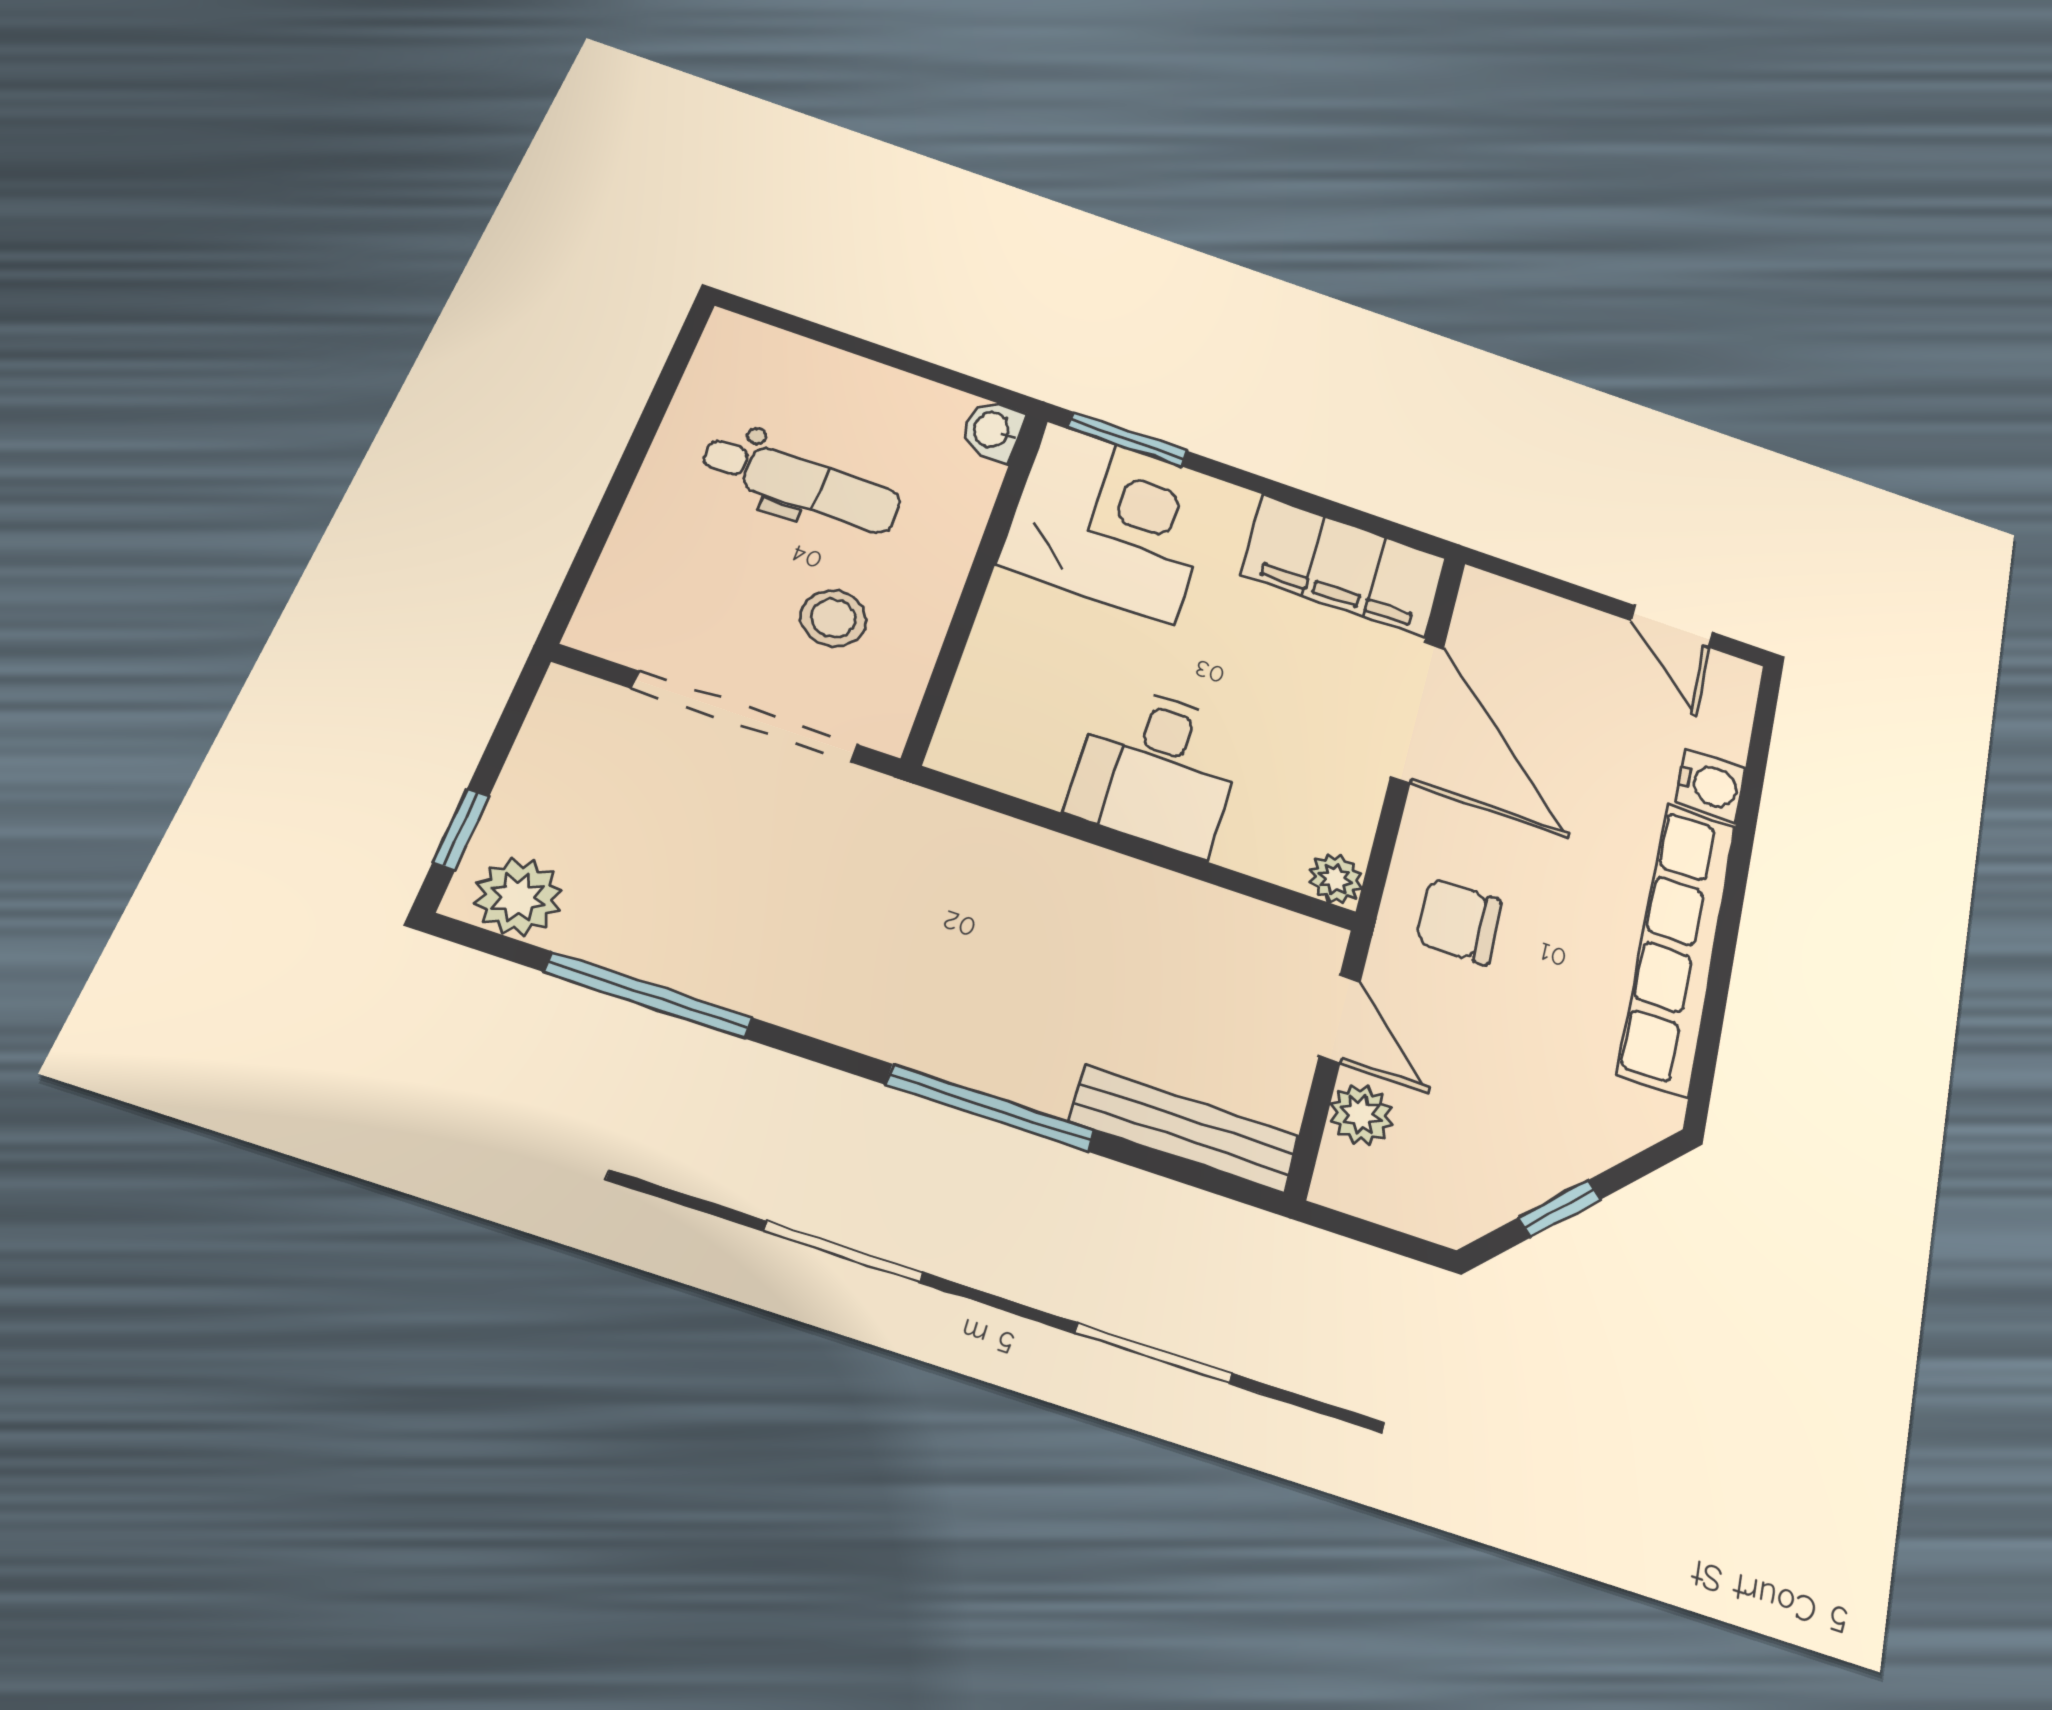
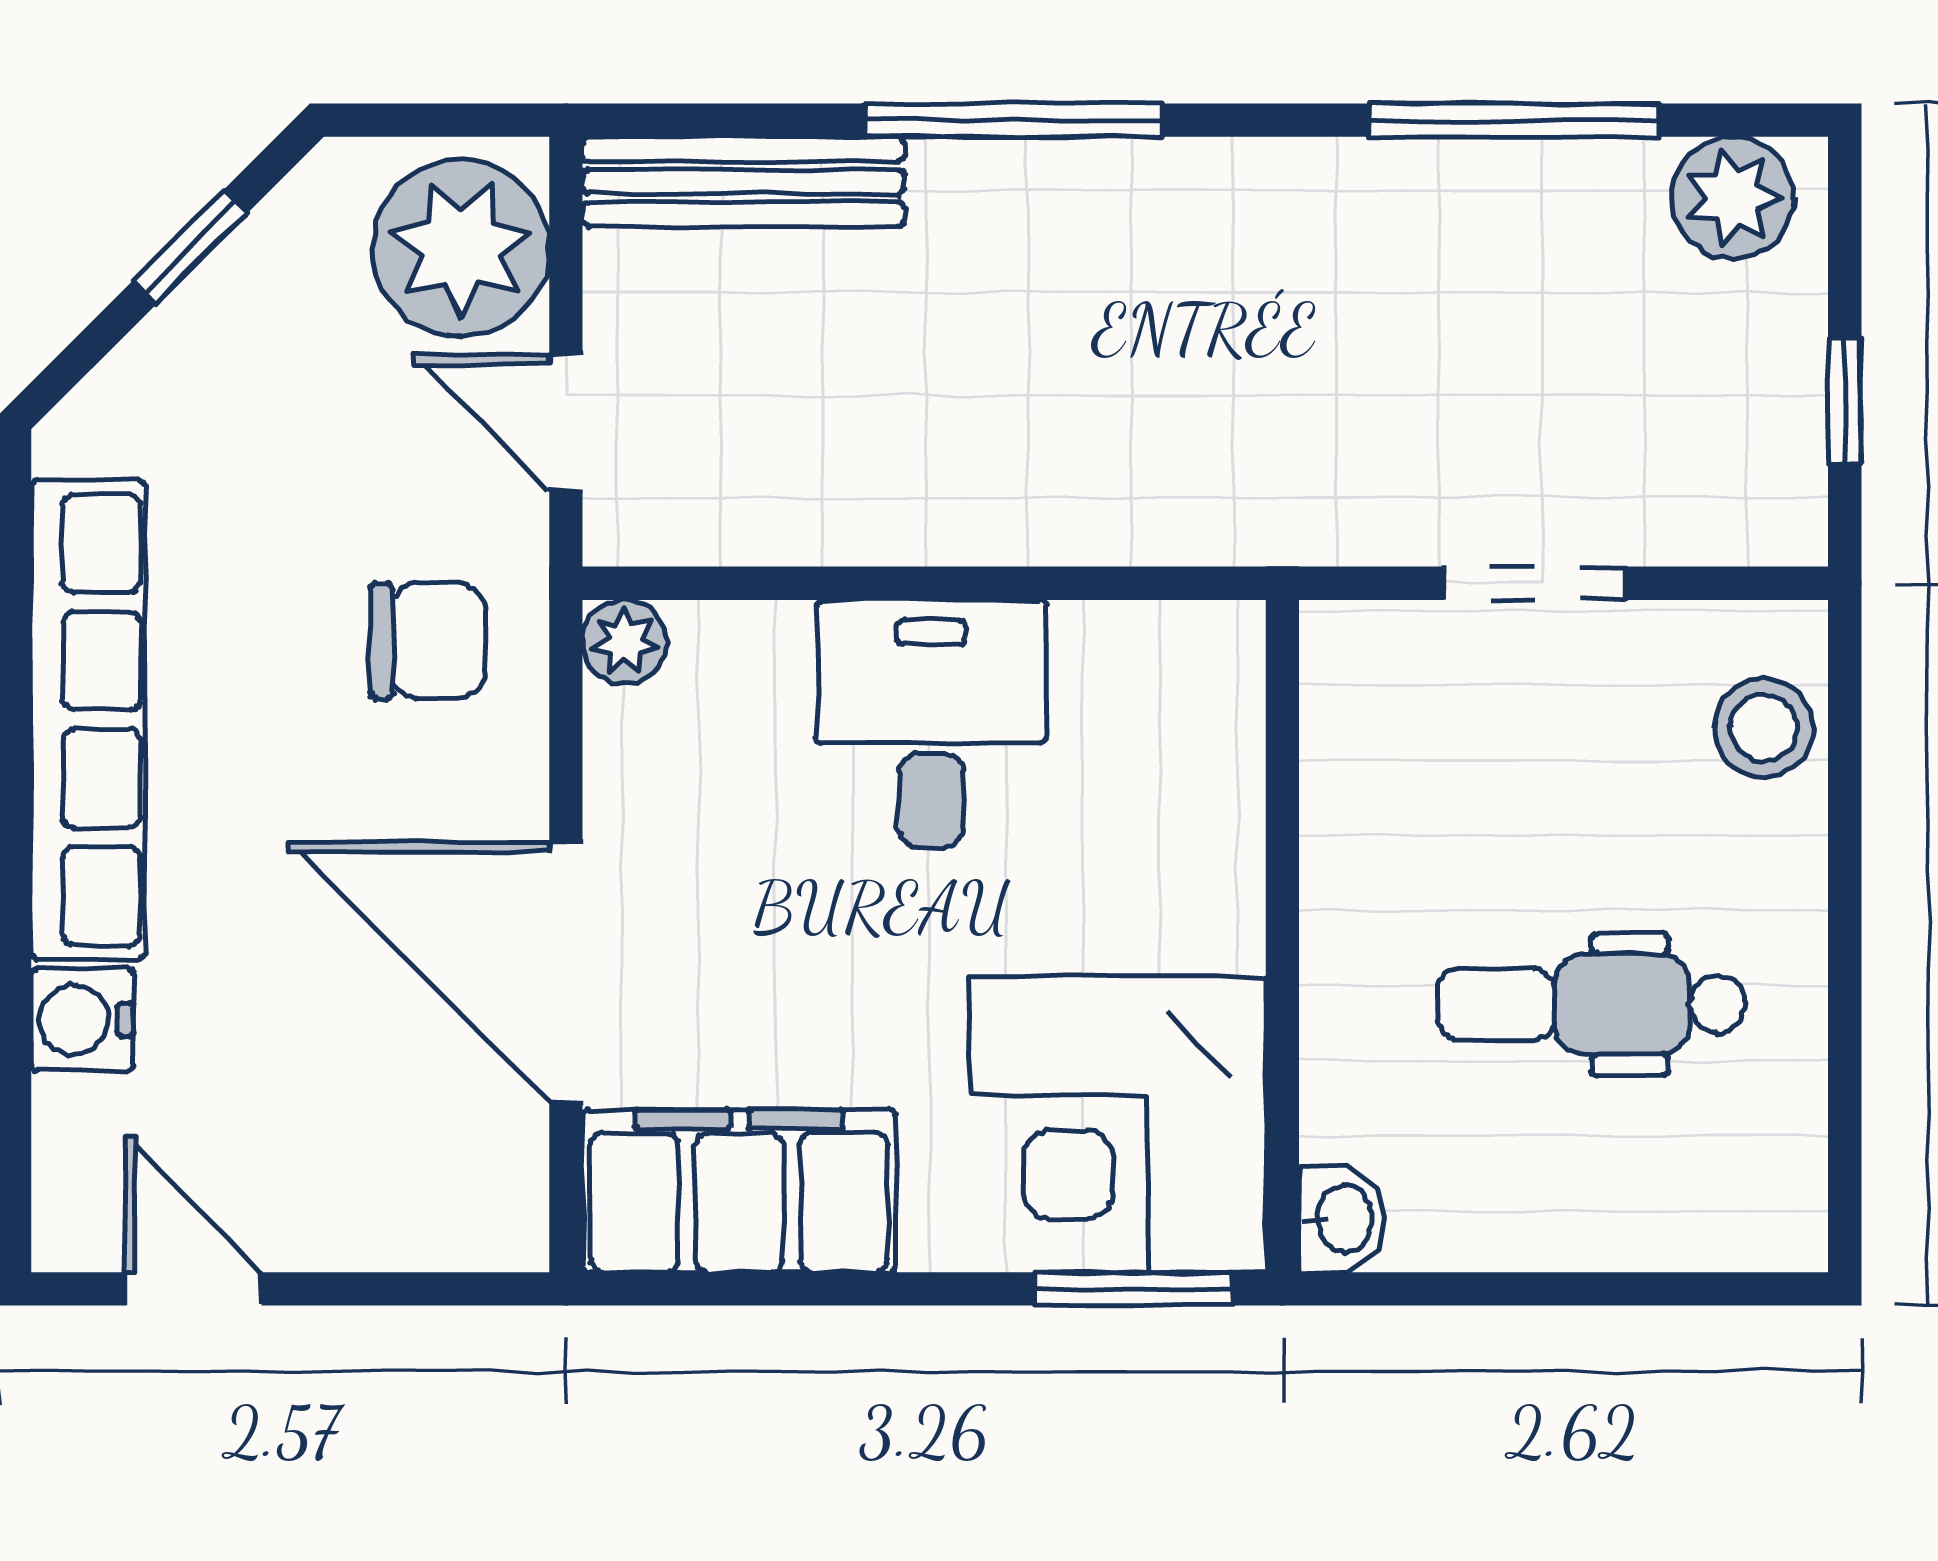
stool: (833, 618) -> (1764, 728), moved
doorway: (745, 717) -> (1535, 583), width x0.53
window: (461, 829) -> (1845, 402), moved
plant: (1361, 1114) -> (461, 248), width x1.87, depth x1.87

